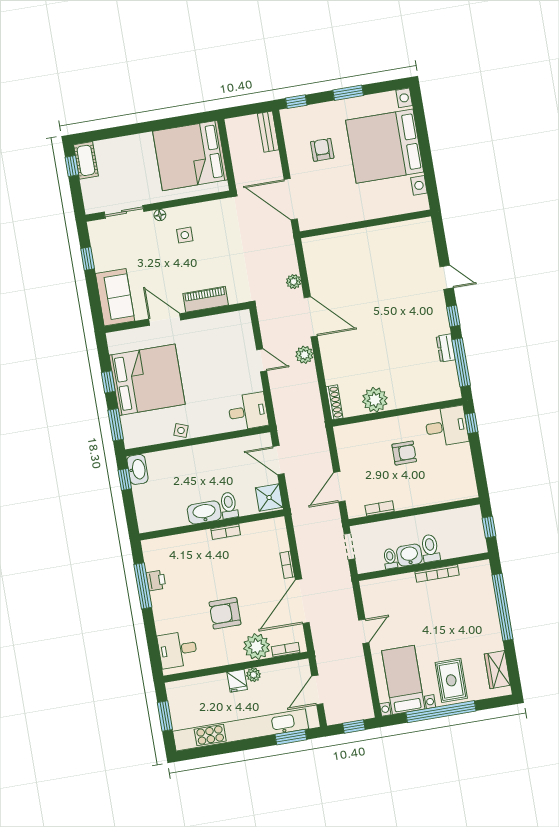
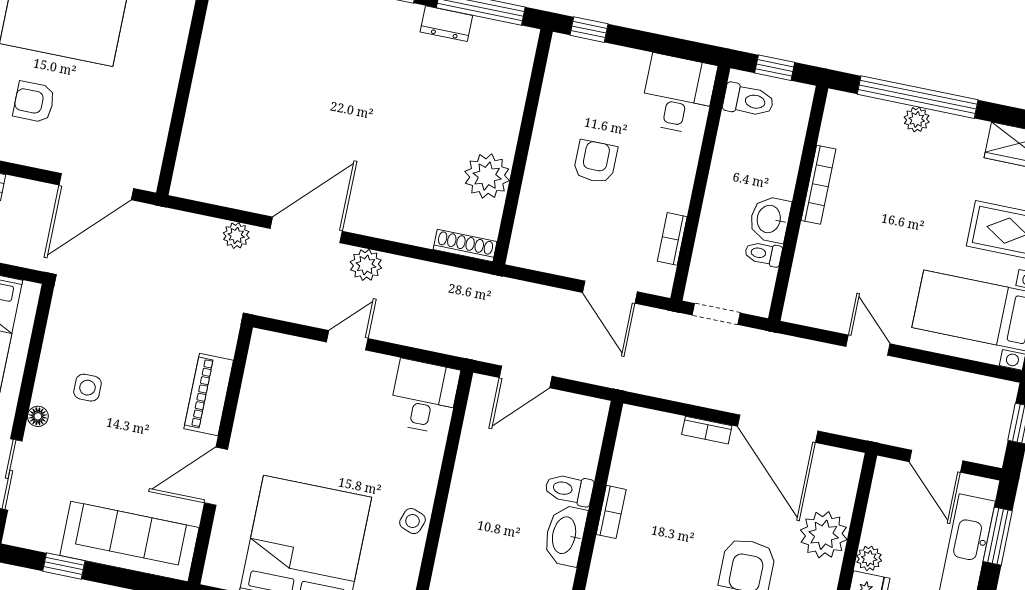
sofa: (115, 297) -> (129, 541), width x1.36
desk: (446, 426) -> (678, 94), moved
shower: (269, 498) -> (582, 417), removed
toilet: (430, 548) -> (748, 100), moved, turned 180
plant: (491, 611) -> (917, 120), added
bookcase: (286, 650) -> (848, 488), removed

